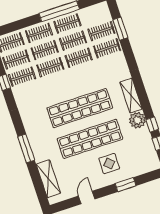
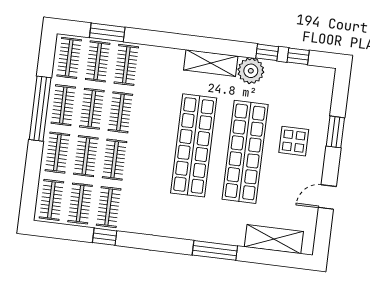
clothes rail: (96, 14) -> (69, 58), added
door: (87, 198) -> (327, 197), hinge flipped

